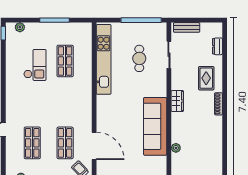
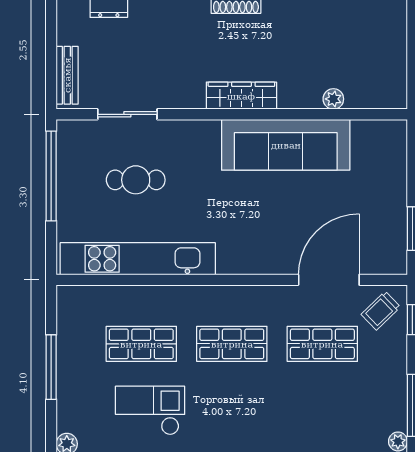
rug: (206, 78) -> (179, 32), removed
wardrobe: (177, 101) -> (241, 96), width x1.50
shop shelf: (32, 143) -> (232, 344), moved

